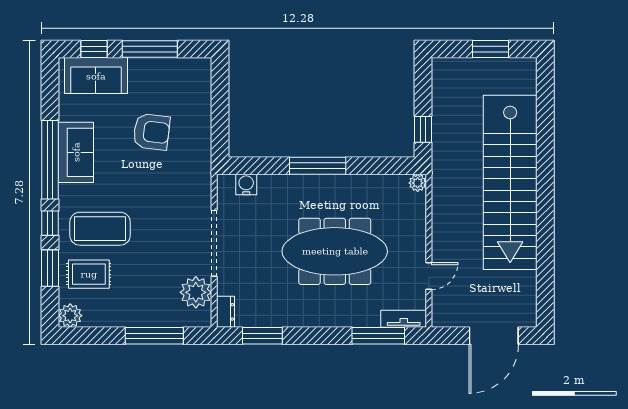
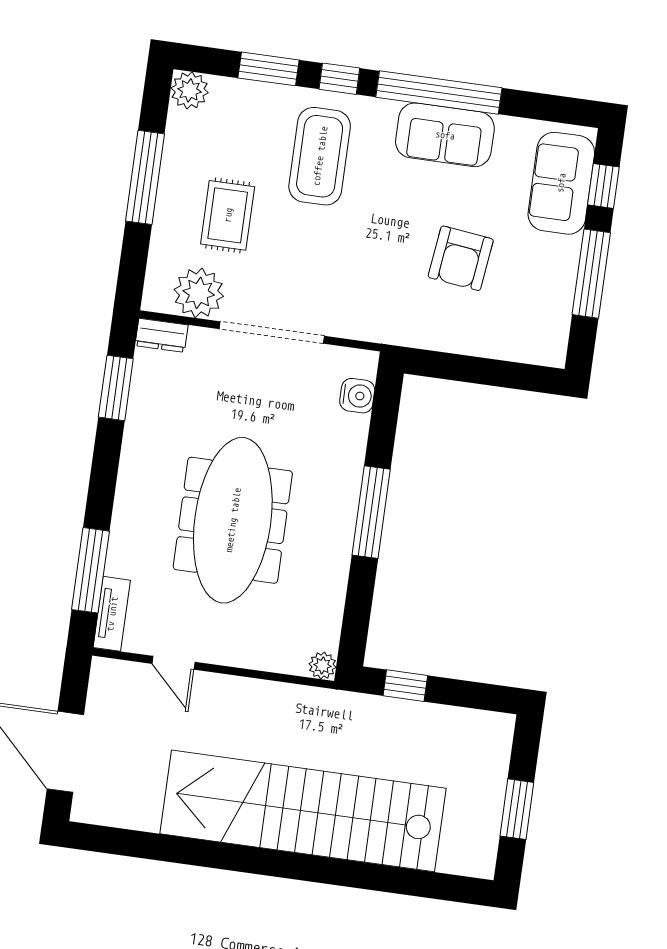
rug: (89, 274) -> (228, 215), moved
window: (154, 336) -> (145, 177), moved

